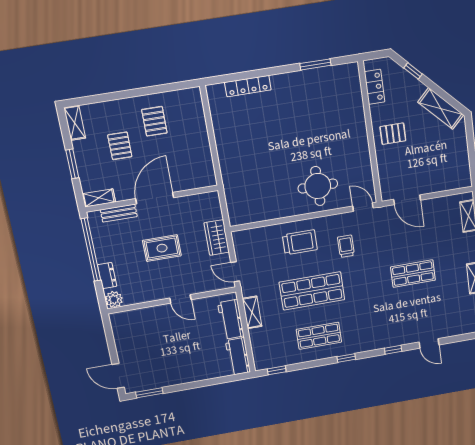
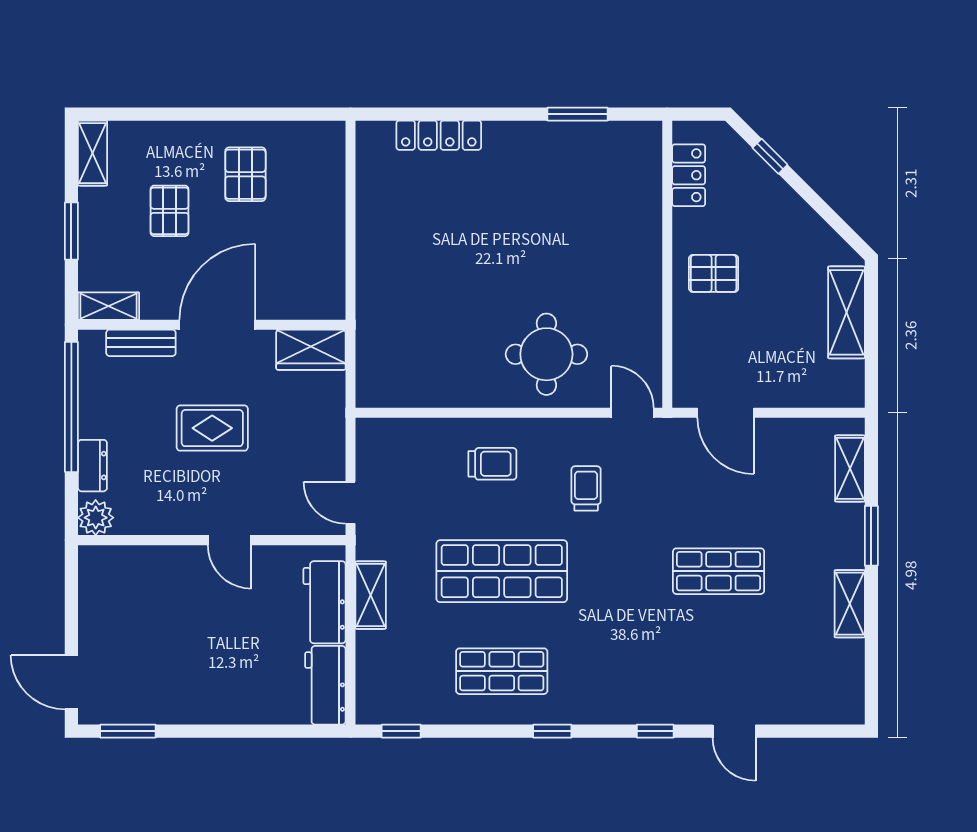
shelving: (441, 109) -> (846, 312), moved, turned 45
wardrobe: (217, 238) -> (311, 350), moved, turned -90
trolley: (300, 242) -> (492, 464), width x0.73, depth x0.72

